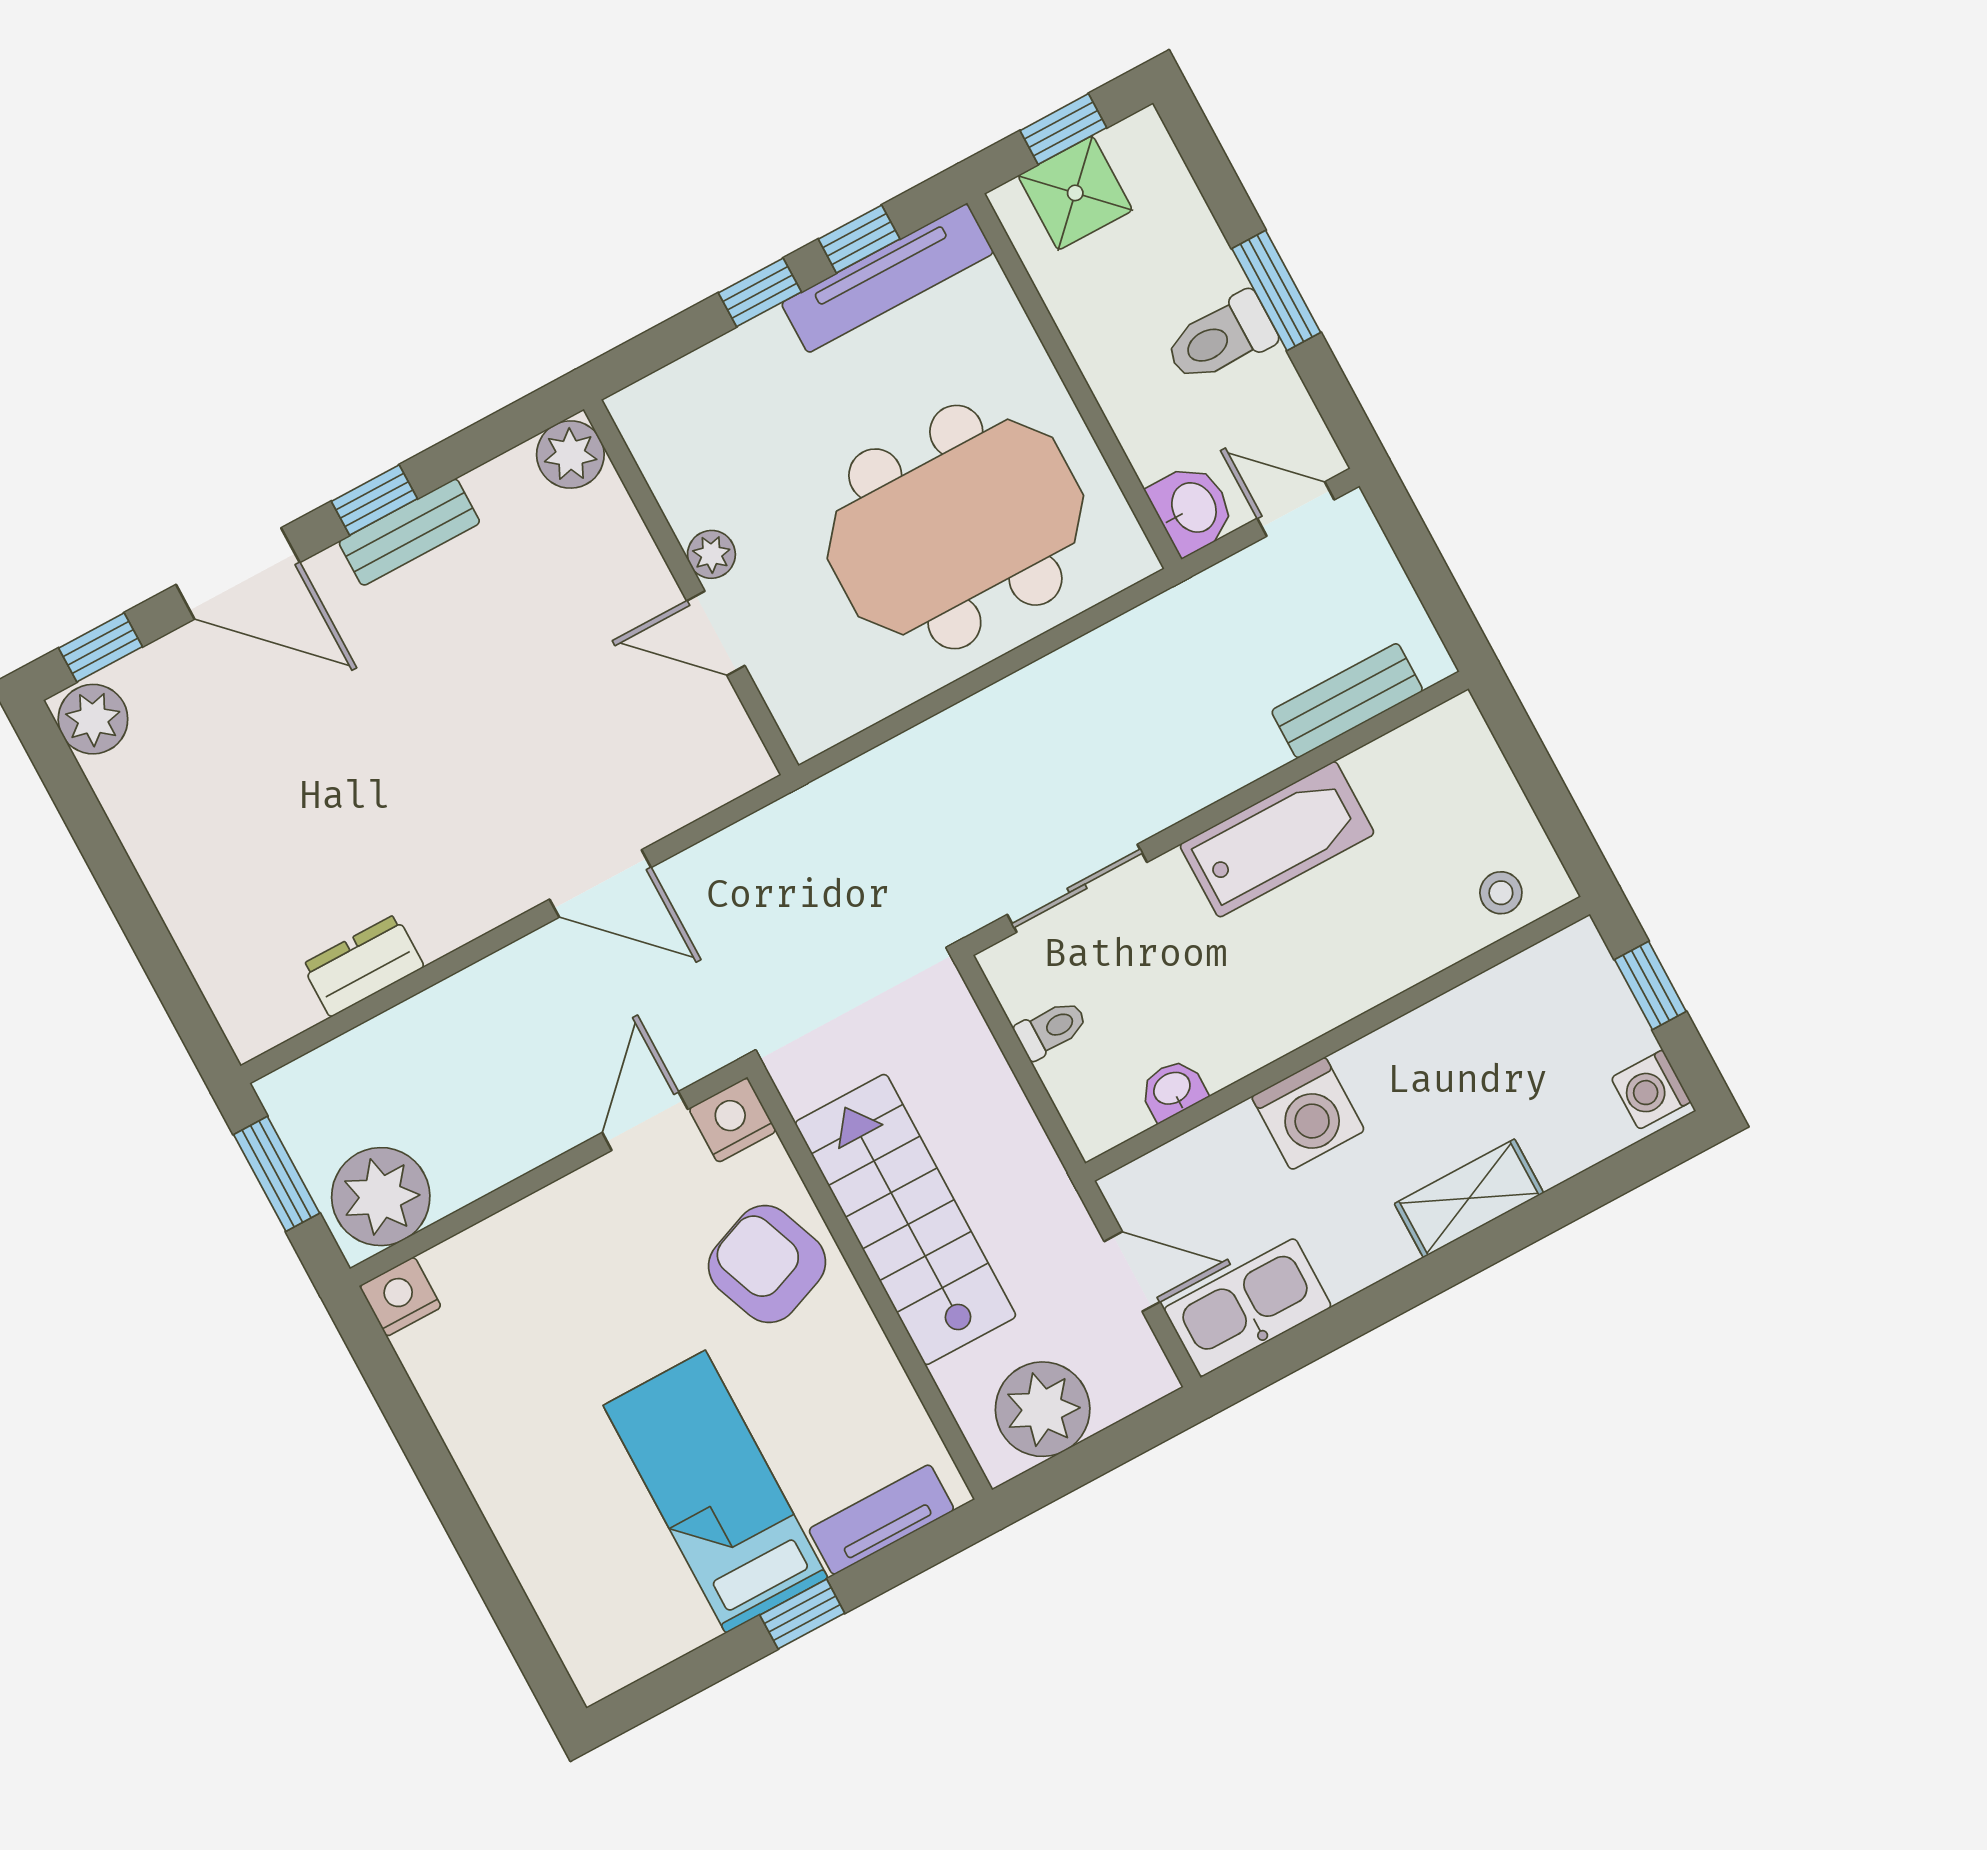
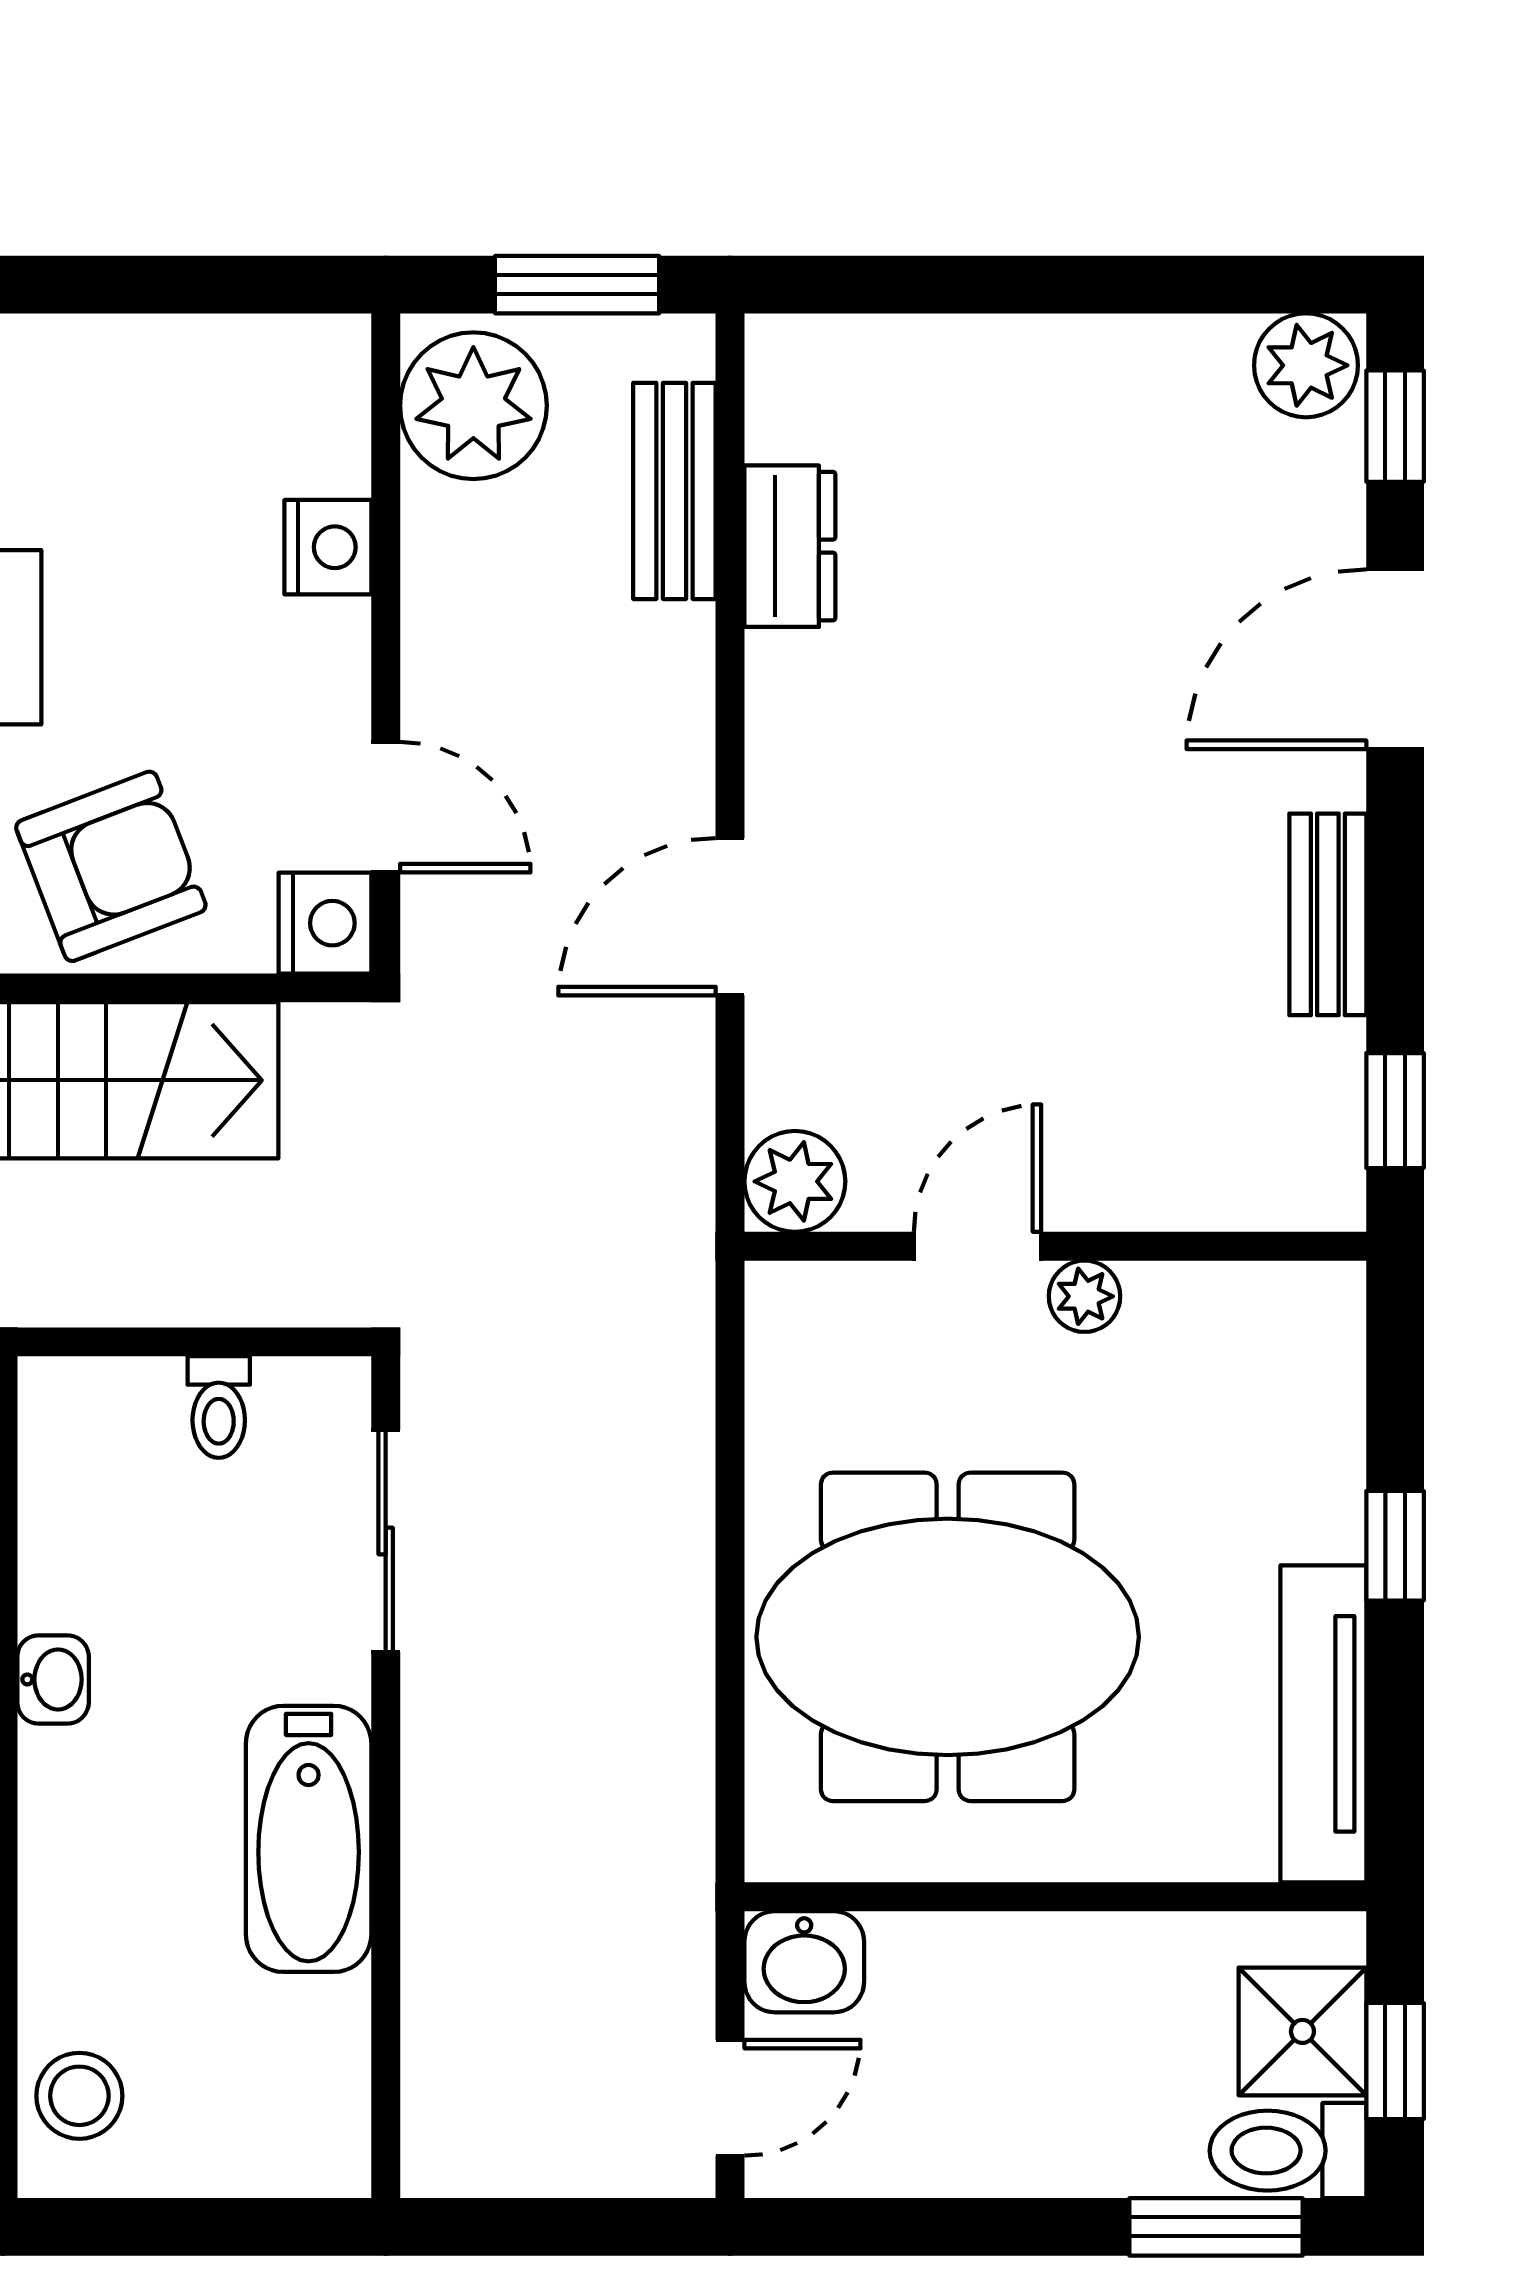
window: (859, 239) -> (1395, 1714), removed
window: (1276, 290) -> (1216, 2227), moved
toilet: (1221, 338) -> (1288, 2151), moved, turned -90
plant: (570, 455) -> (795, 1181), moved
window: (374, 500) -> (1395, 1111), moved
meeting table: (955, 527) -> (948, 1637), turned 90
bench: (1347, 701) -> (674, 491), moved
stool: (1501, 893) -> (79, 2096), width x1.37, depth x1.37
washbasin: (1173, 1090) -> (53, 1679), moved
nightstand: (400, 1297) -> (328, 547), moved

